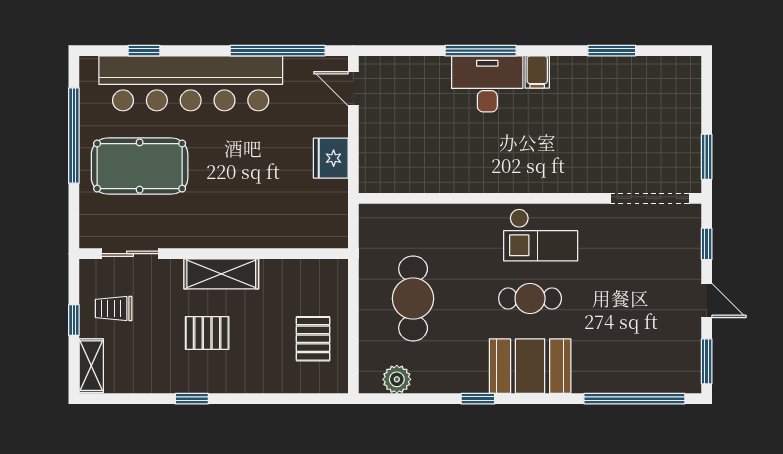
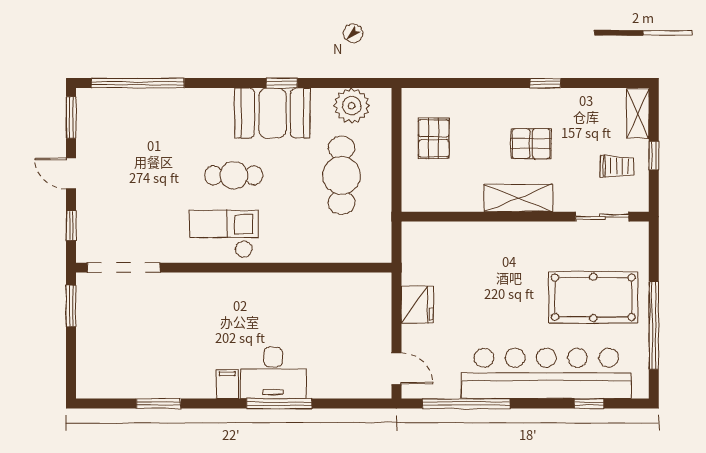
booth: (530, 366) -> (272, 113), moved
plant: (397, 379) -> (352, 106), width x1.36, depth x1.36

